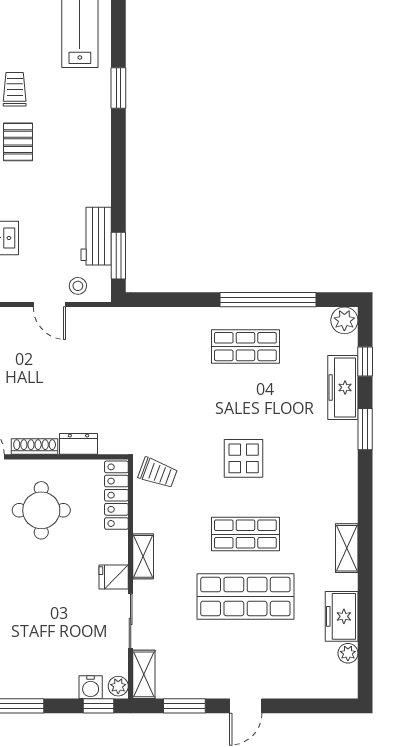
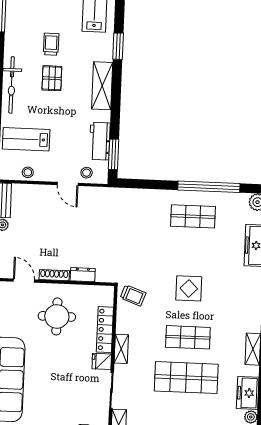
shelving: (96, 150) -> (102, 86), added
locker: (116, 495) -> (105, 330), moved

